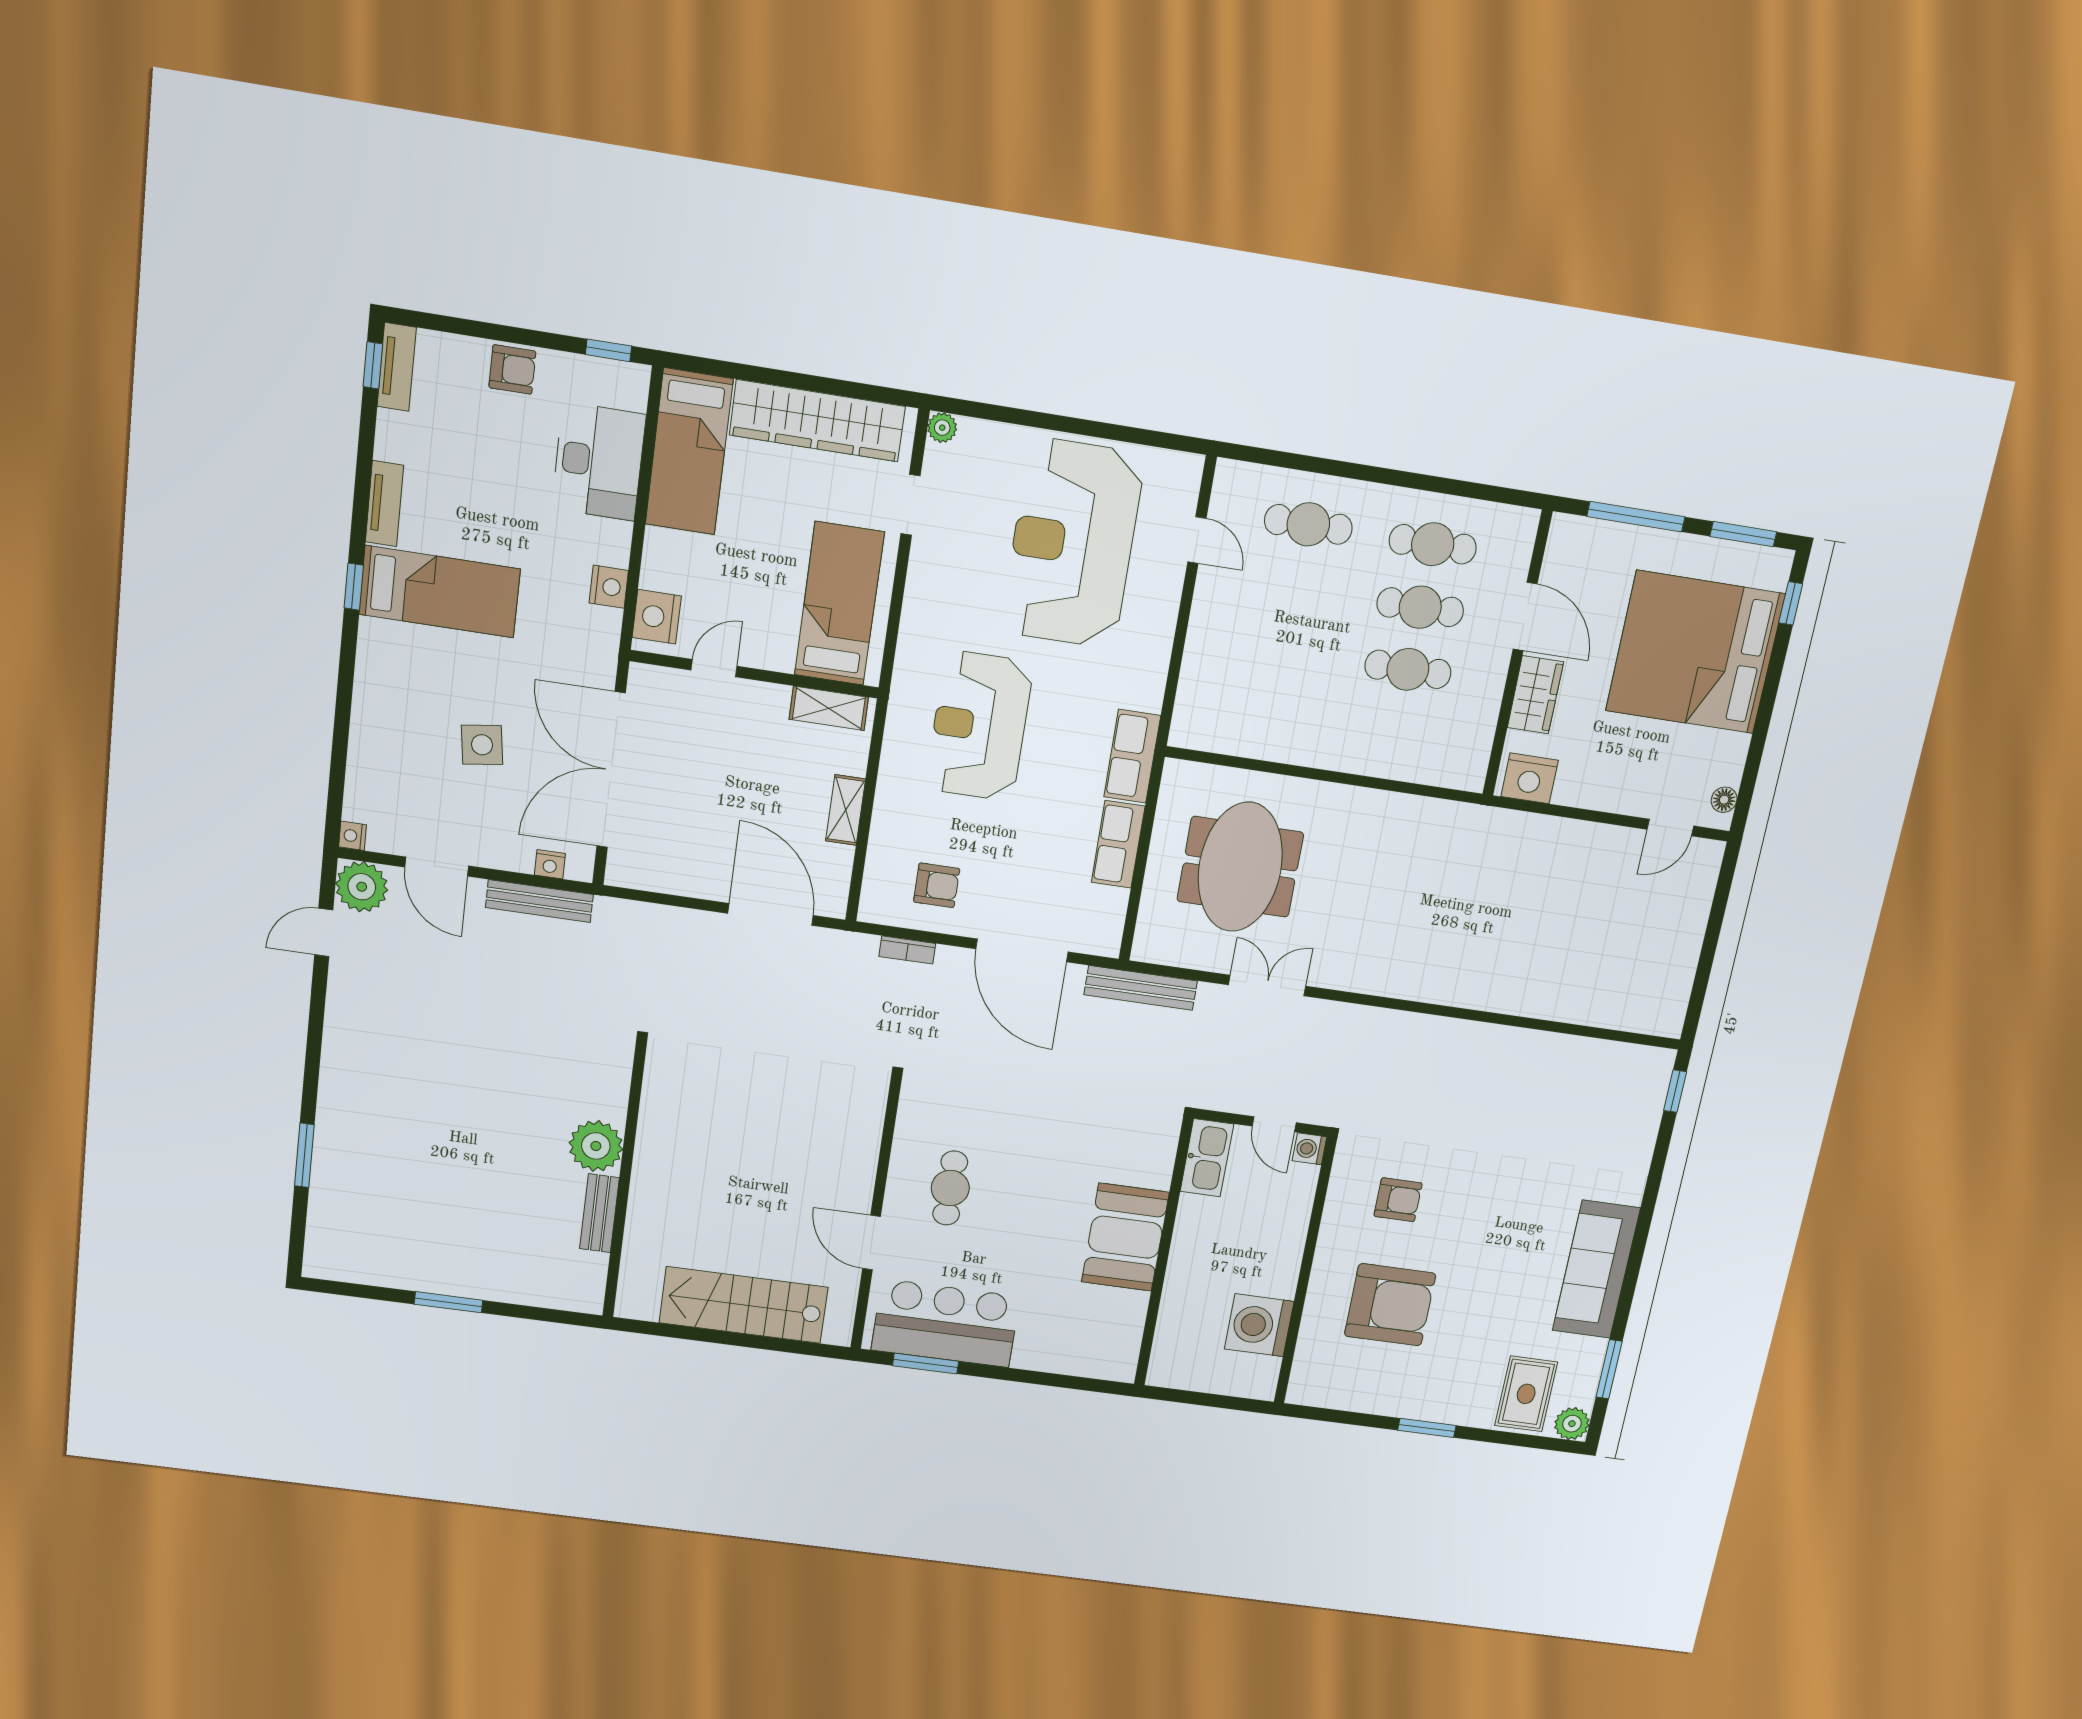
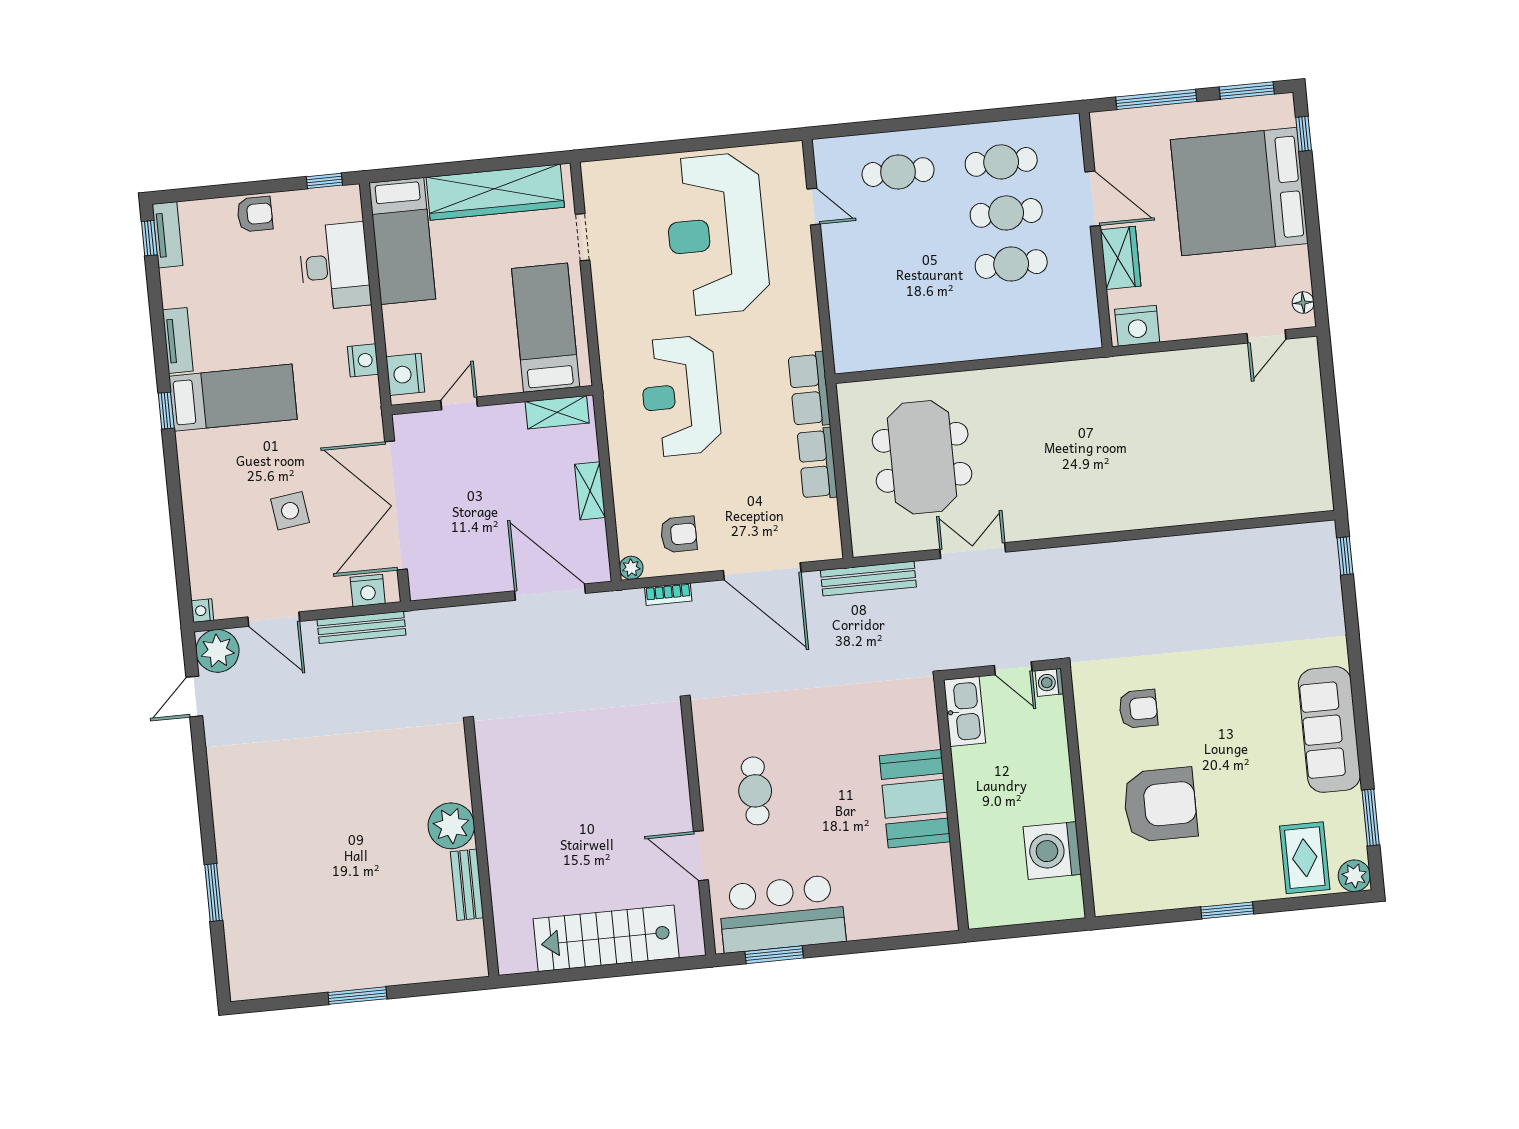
plant: (942, 428) -> (631, 568), moved
nightstand: (550, 864) -> (368, 590), width x1.39, depth x1.35

